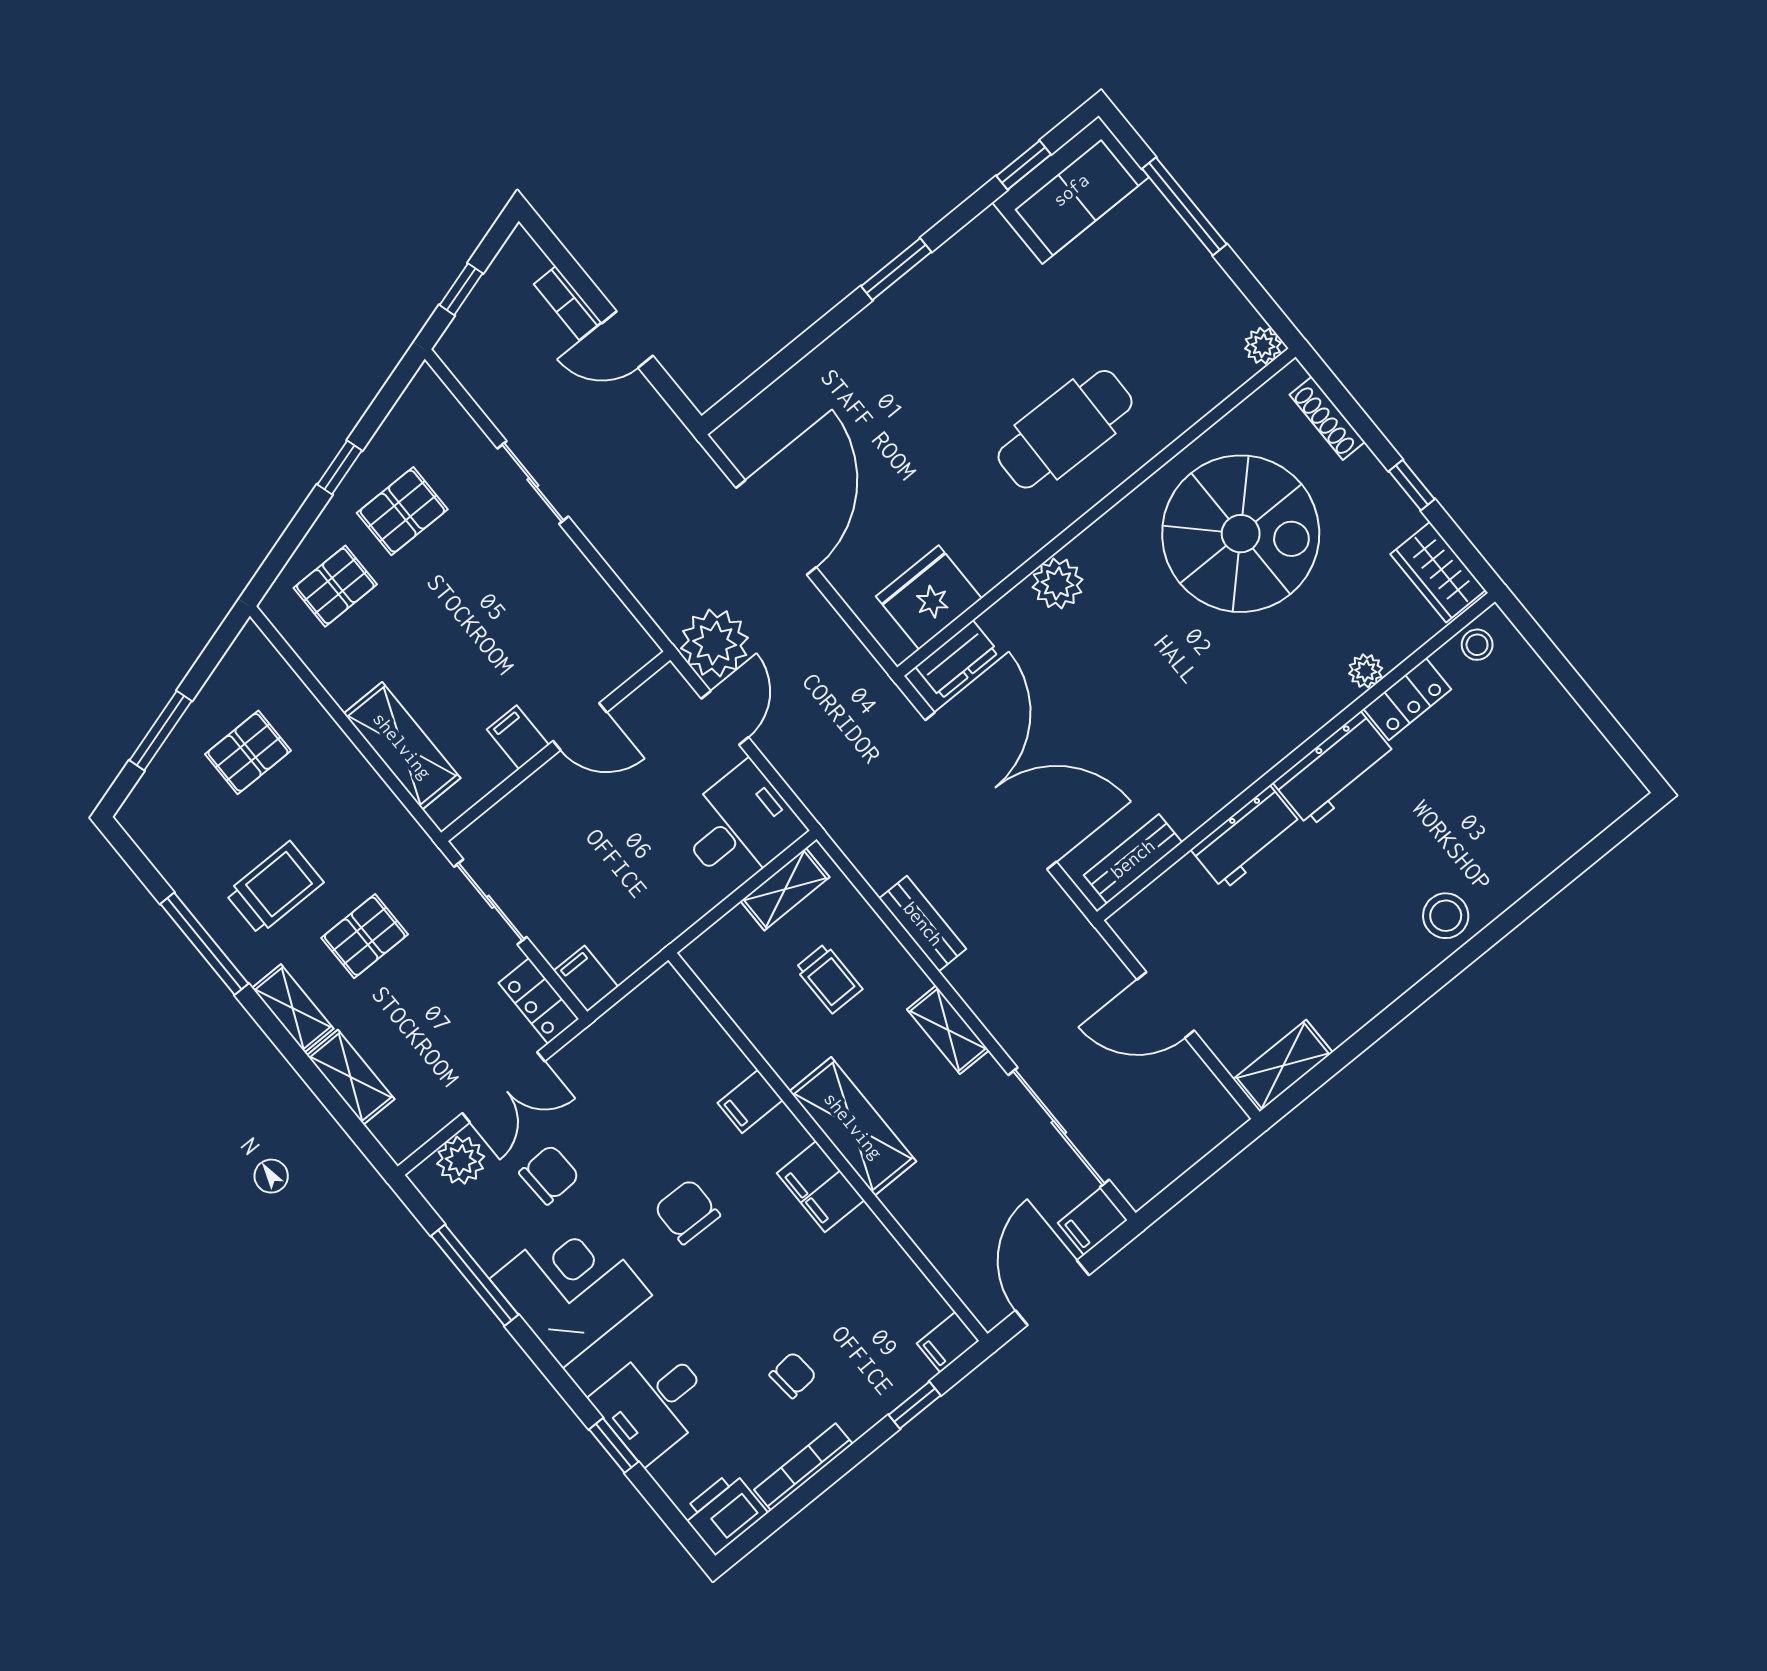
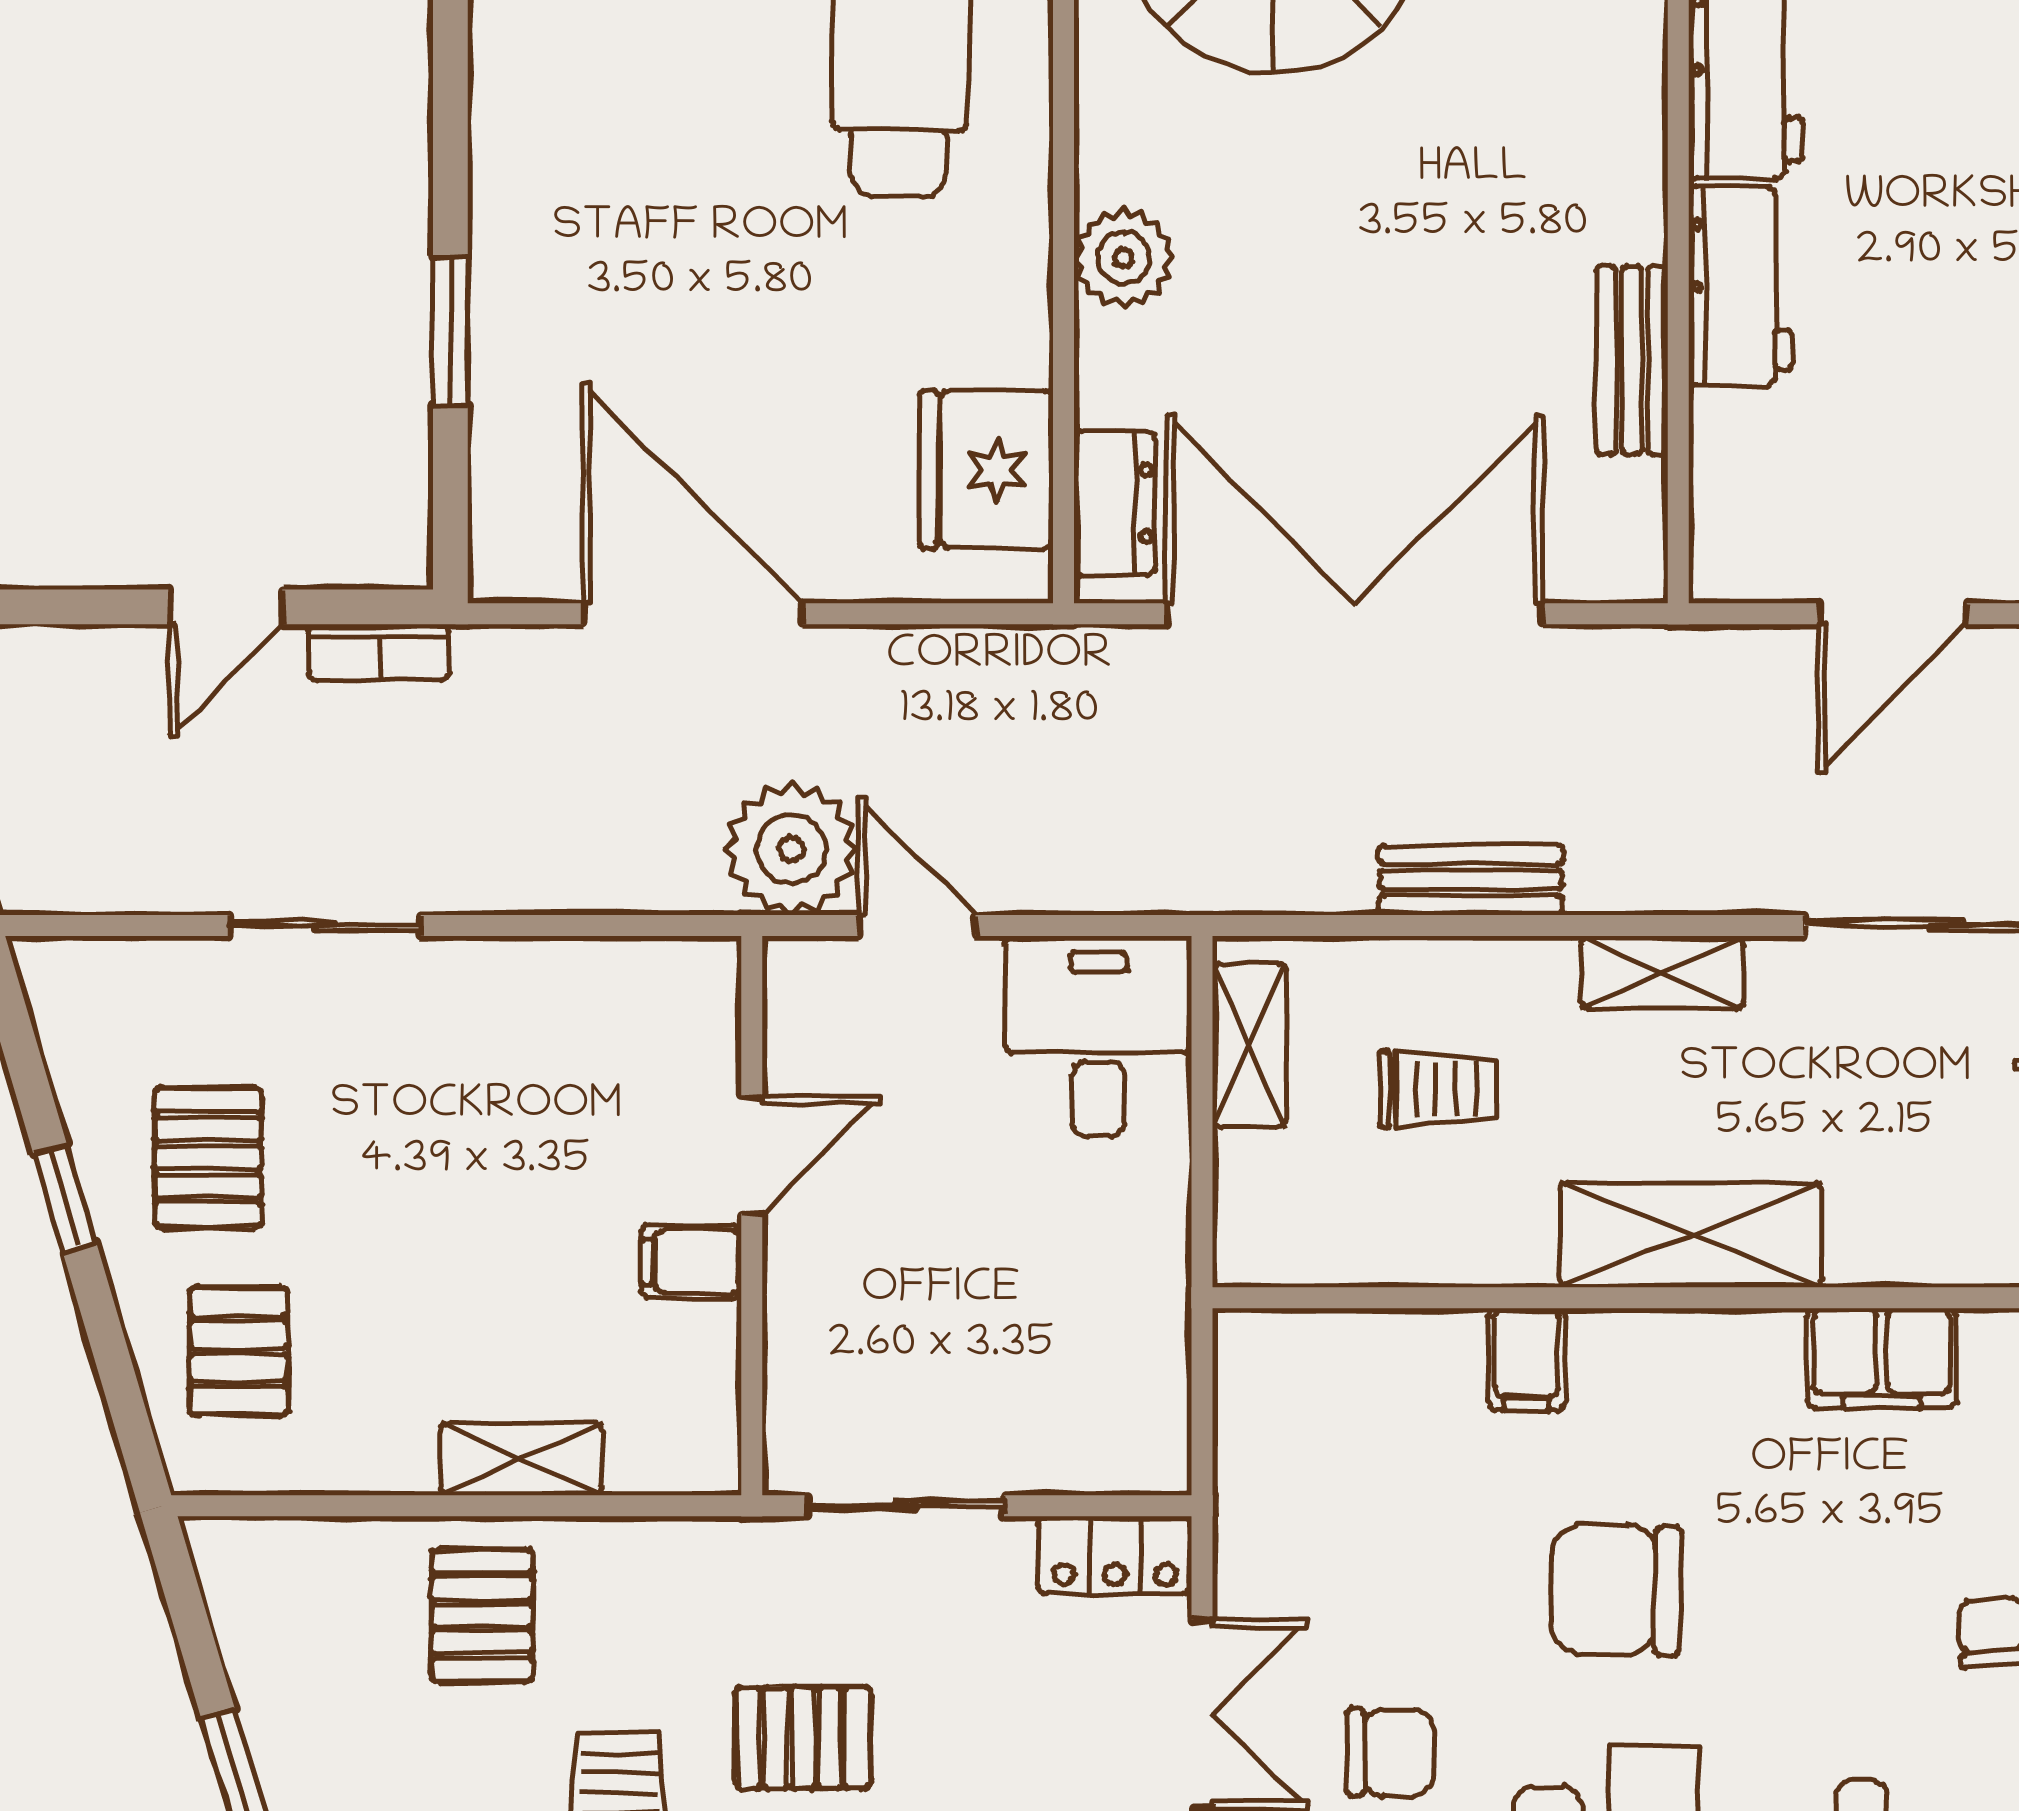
window: (896, 269) -> (450, 331), moved
bookcase: (568, 303) -> (379, 652), moved
shelving: (402, 746) -> (521, 1459), width x0.67, depth x0.75
pallet: (248, 752) -> (482, 1615), moved
bench: (1133, 859) -> (1632, 360), moved
pallet: (365, 936) -> (803, 1738), turned 90
filing cabinet: (586, 979) -> (1140, 1456), removed
chair: (549, 1175) -> (1390, 1753), turned 92
filing cabinet: (821, 1187) -> (1882, 1358), moved
chair: (687, 1212) -> (1616, 1590), width x1.37, depth x1.37

